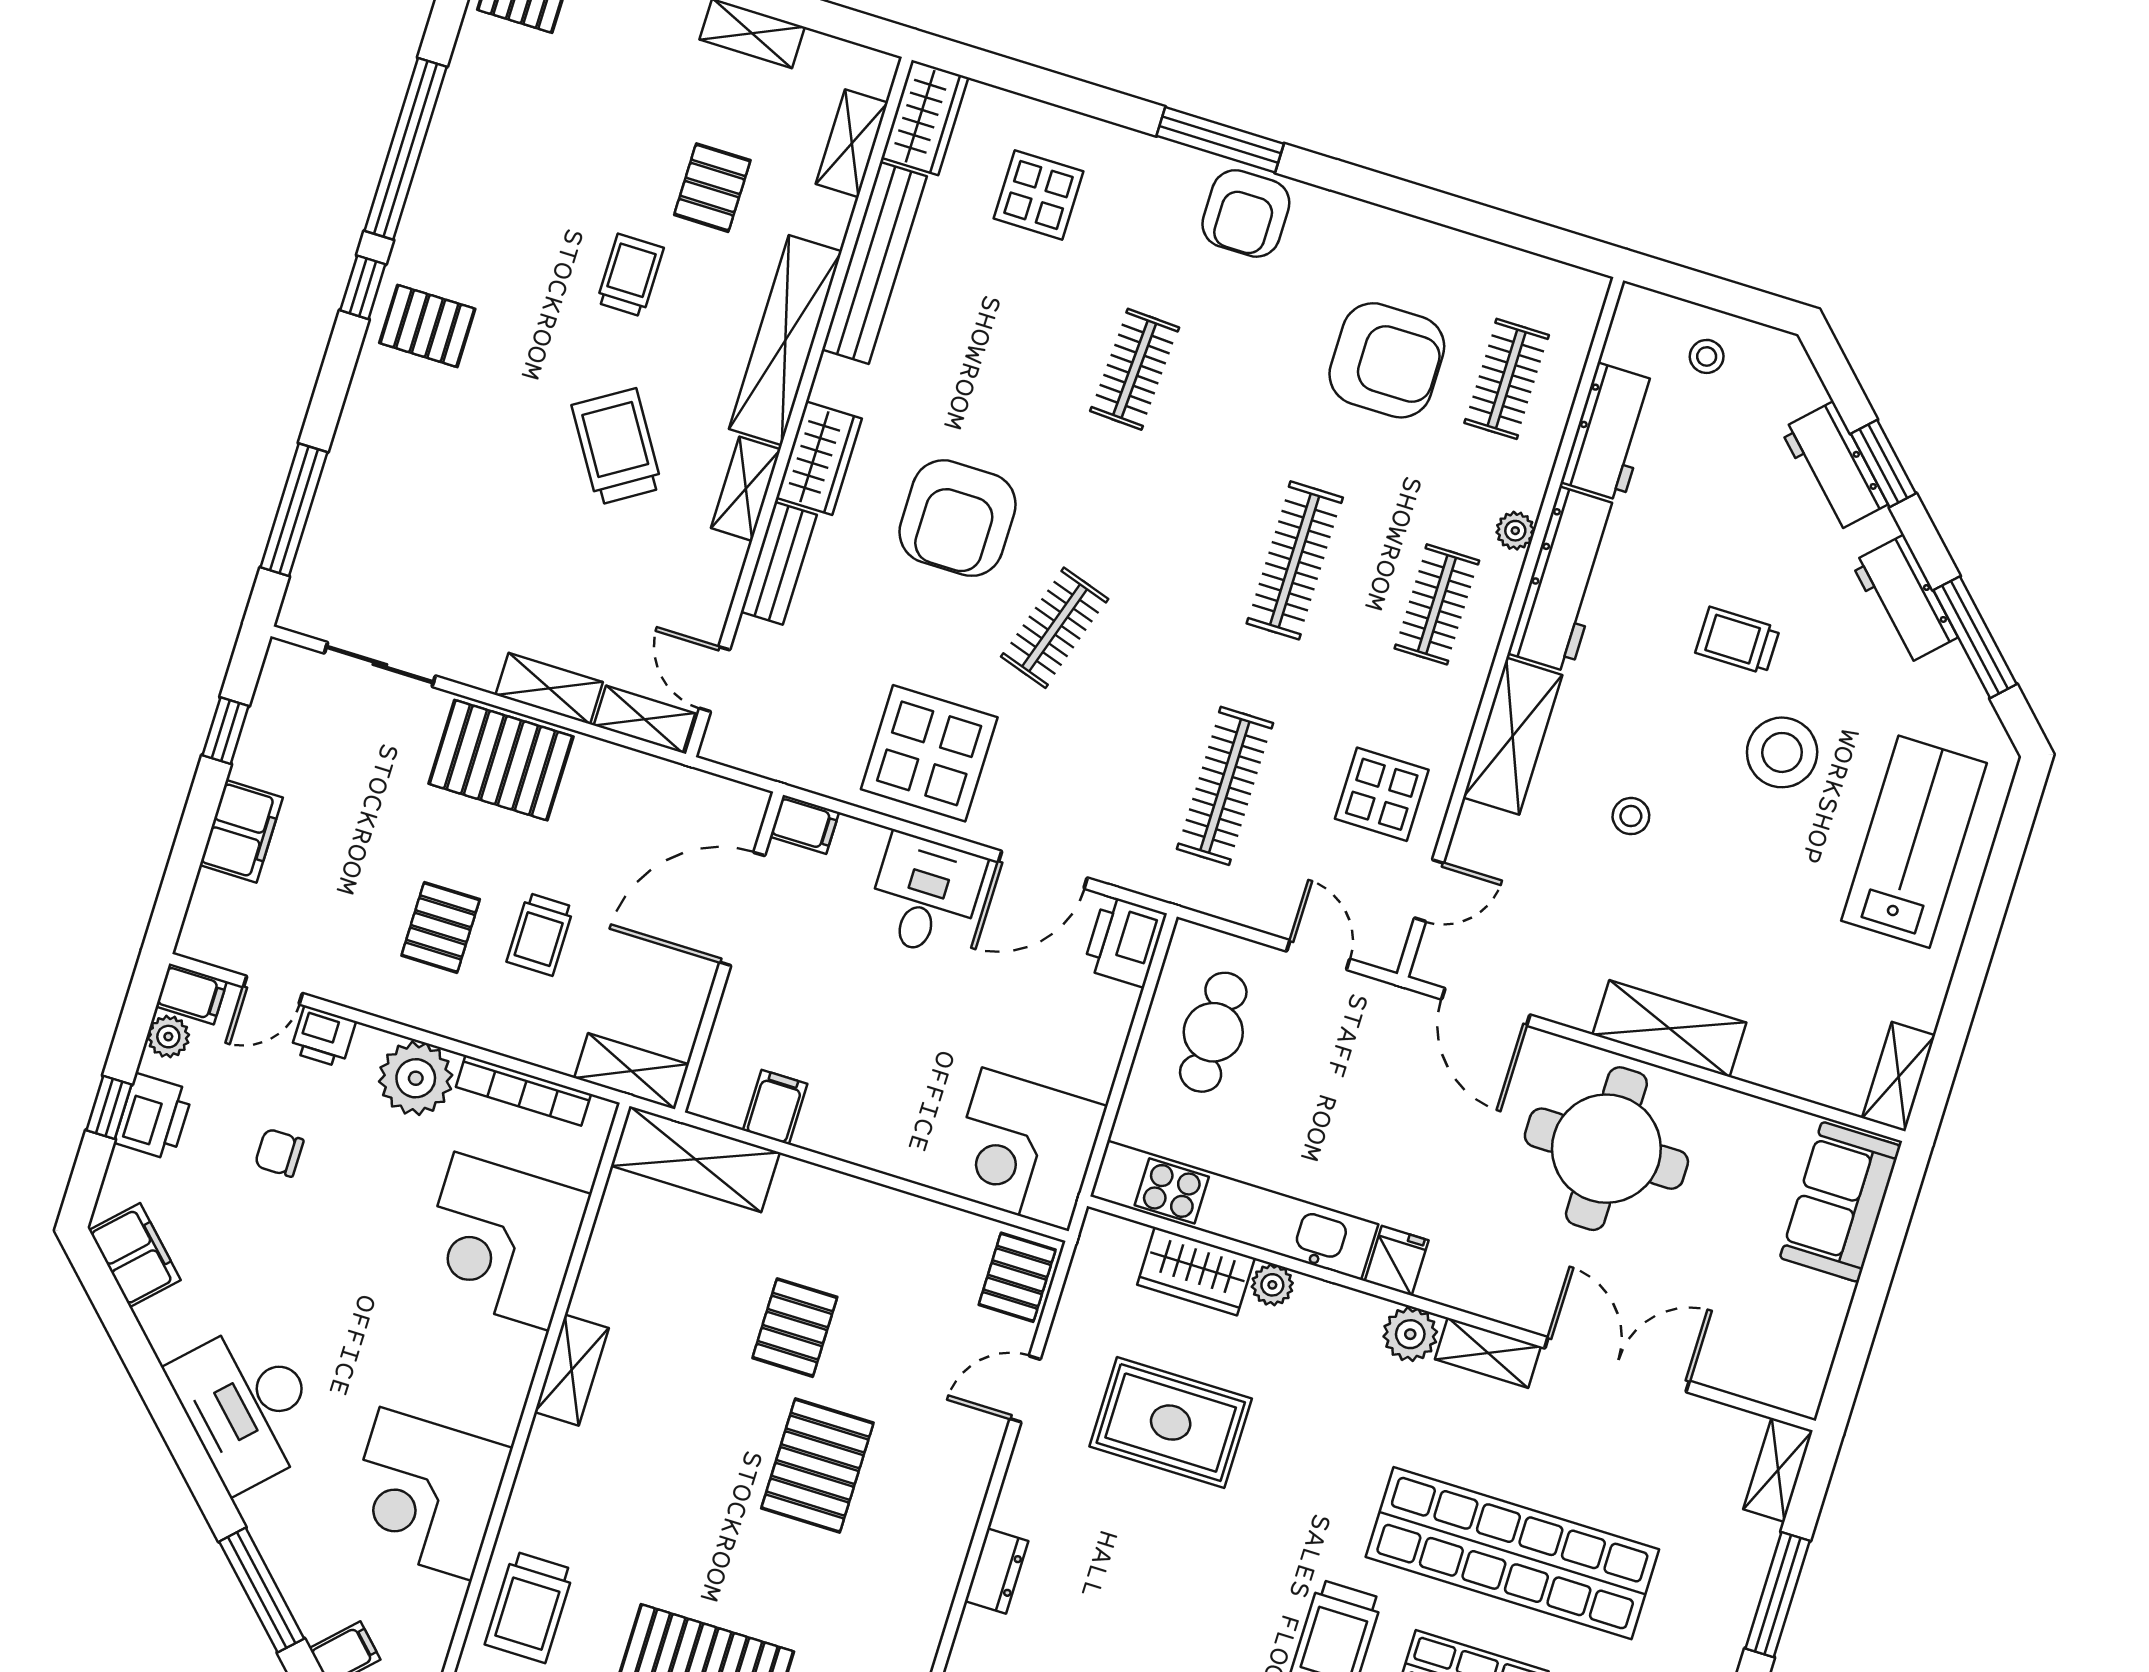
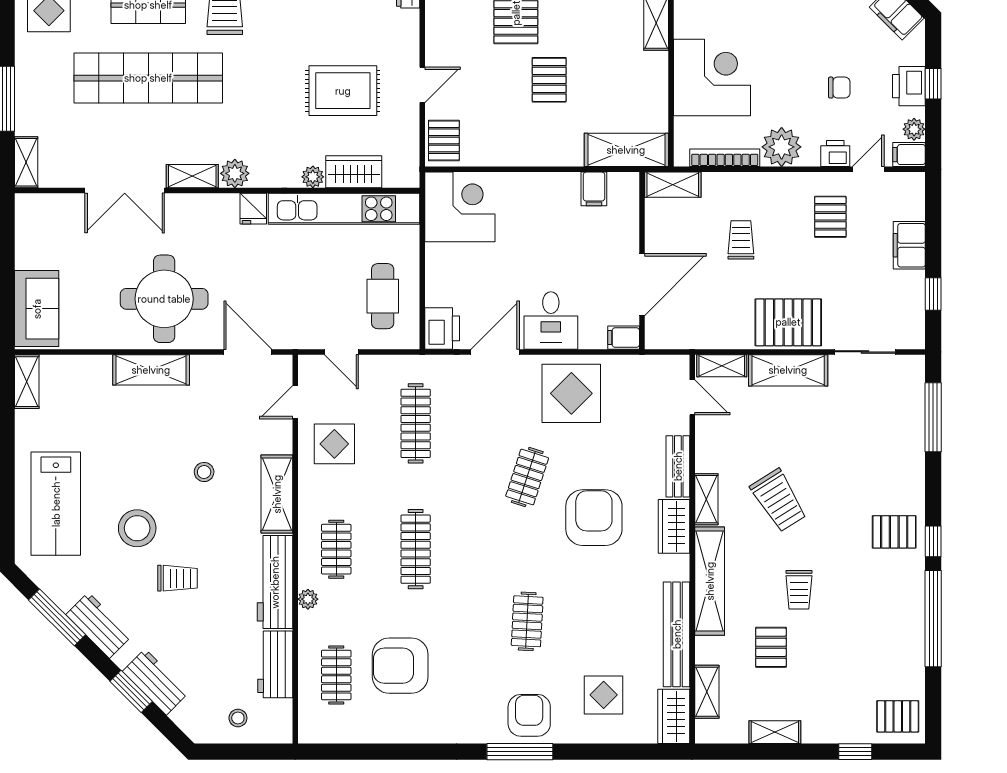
armchair: (1246, 213) -> (529, 715), moved
shelving: (549, 689) -> (788, 370), width x1.50, depth x1.33
pallet: (441, 927) -> (830, 217), moved

